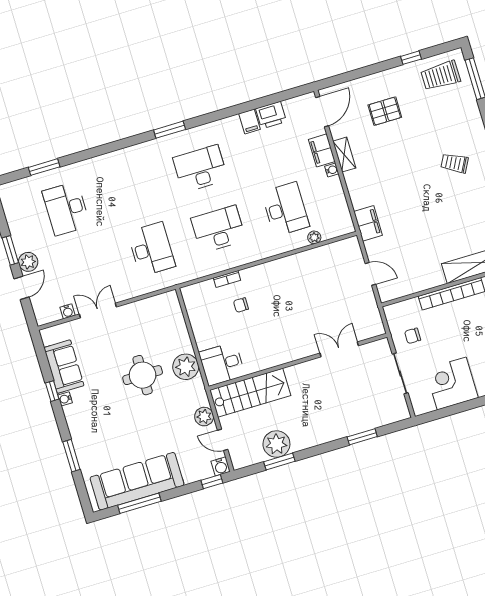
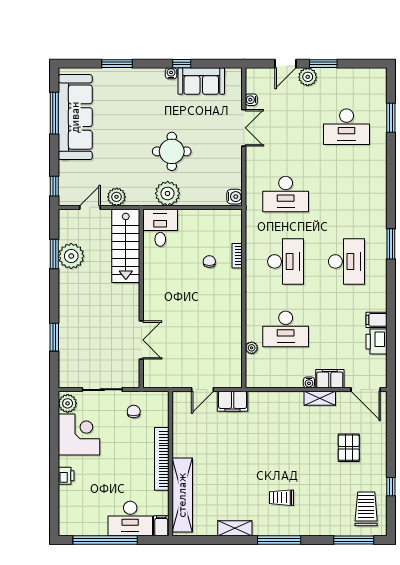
trolley: (455, 163) -> (282, 498), turned -118
desk: (66, 209) -> (347, 127), turned 180
filing cabinet: (368, 223) -> (233, 401), moved
door: (21, 288) -> (286, 64), hinge flipped
plant: (424, 404) -> (68, 403), added
water cooler: (221, 466) -> (235, 197), moved, turned 180

